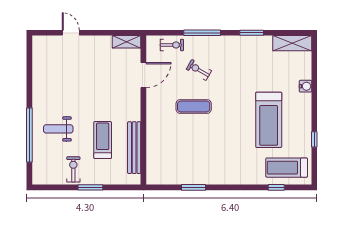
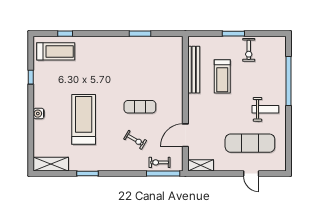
window: (202, 33) -> (163, 173), moved
exercise mat: (72, 66) -> (250, 143), added
water cooler: (306, 86) -> (39, 114), moved
treadmill: (269, 120) -> (84, 119), moved
weight bench: (58, 129) -> (265, 109), moved

